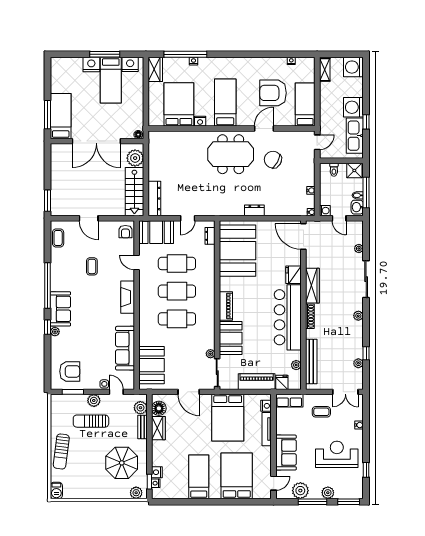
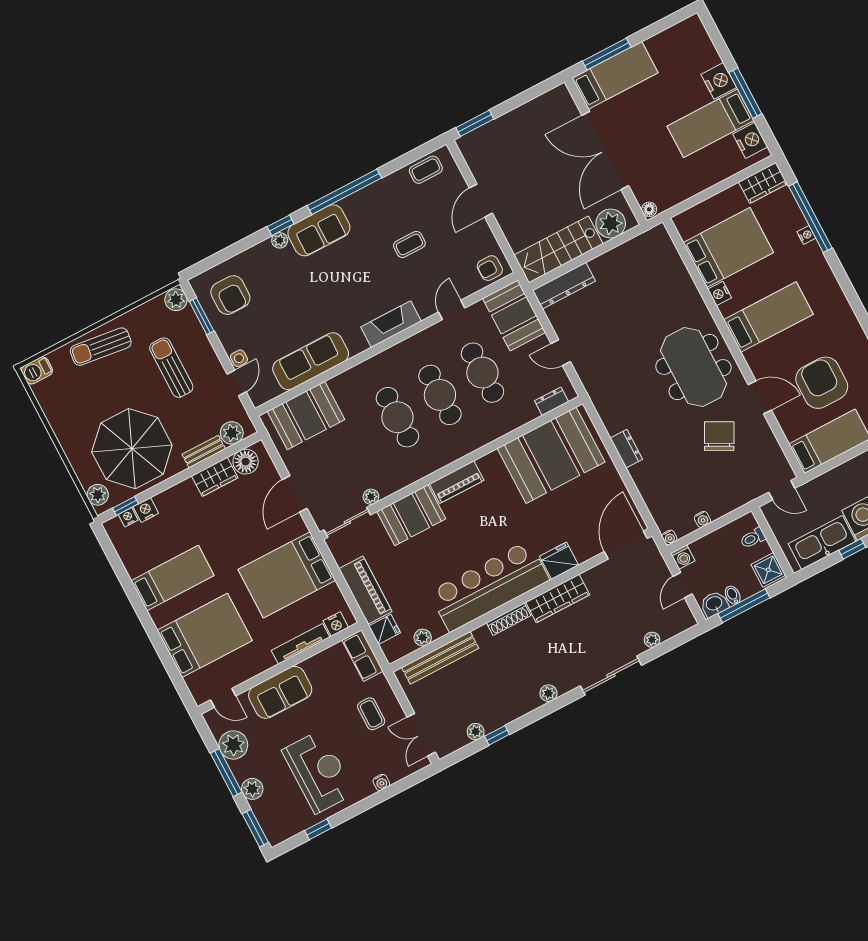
plant: (94, 400) -> (176, 300), moved
parasol: (122, 463) -> (132, 449), width x1.36, depth x1.36

